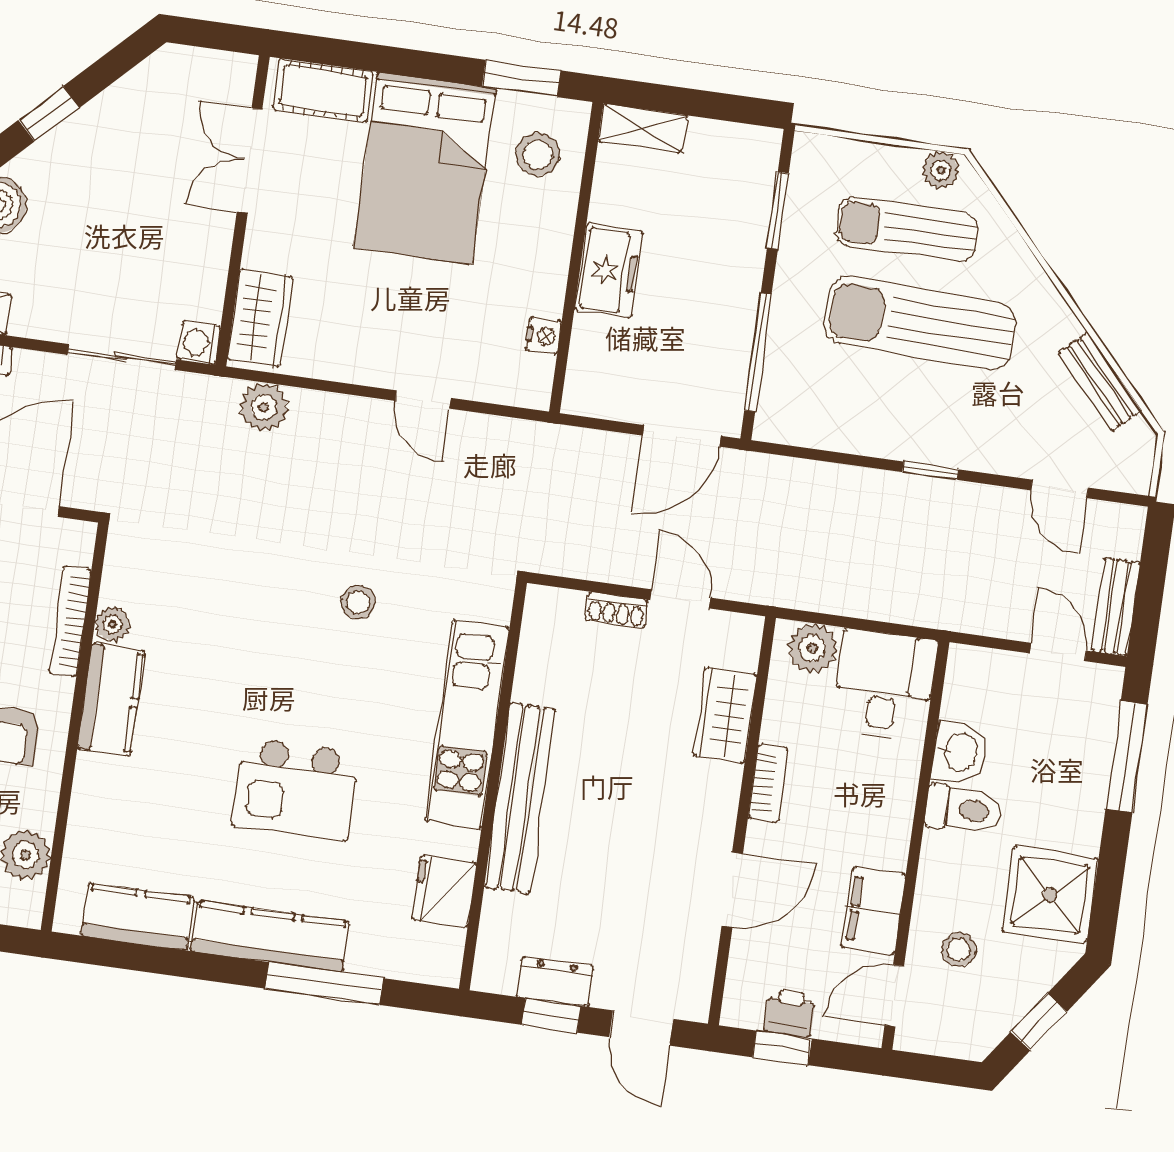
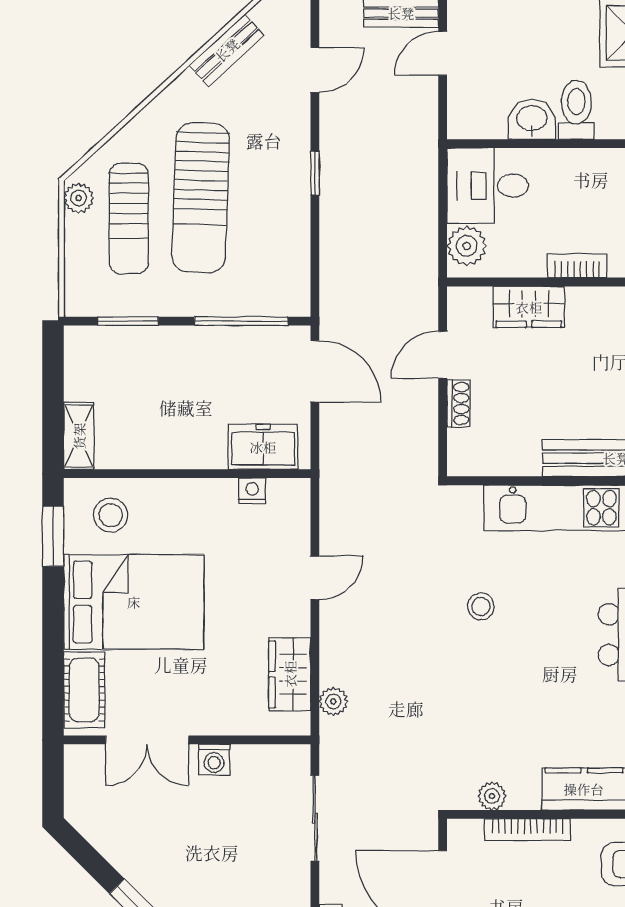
freezer: (609, 271) -> (263, 447), moved
wardrobe: (260, 318) -> (290, 674), moved, turned -90
washing machine: (199, 343) -> (214, 760), moved
plant: (264, 407) -> (333, 701), width x0.73, depth x0.73
plant: (113, 624) -> (492, 796), moved

